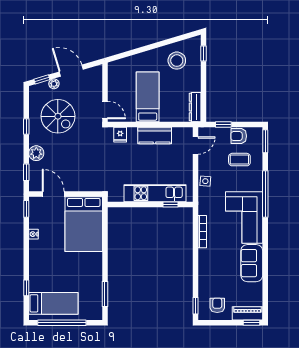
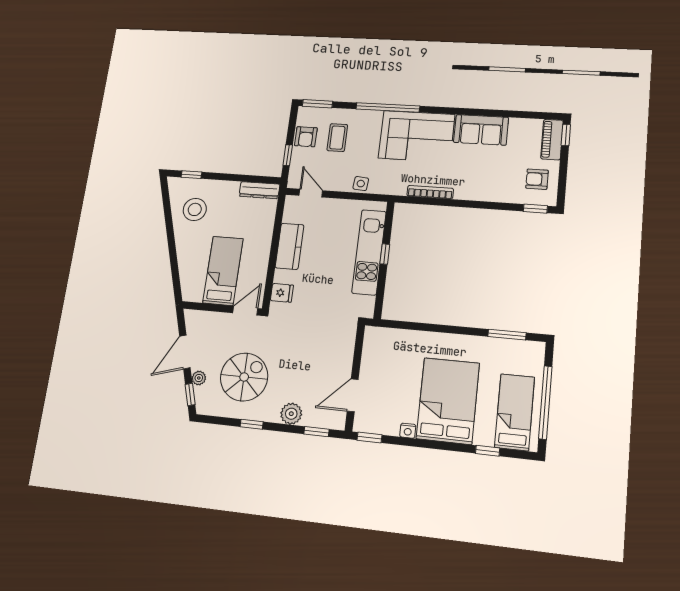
bed: (148, 97) -> (223, 271), moved, turned 90
window: (171, 205) -> (385, 254), moved
bed: (84, 224) -> (448, 401), moved, turned -90

